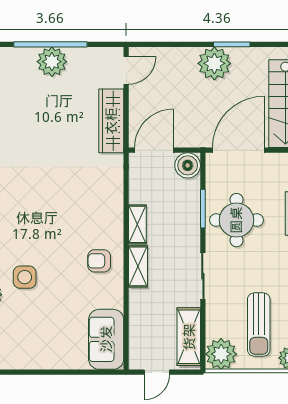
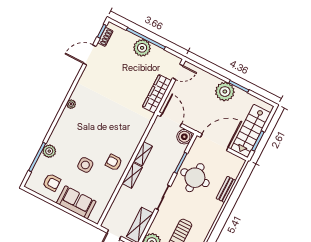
door: (154, 150) -> (171, 120), hinge flipped
side table: (25, 277) -> (85, 165), moved
sofa: (106, 339) -> (76, 202), moved, turned 90
armchair: (19, 341) -> (52, 183), added

